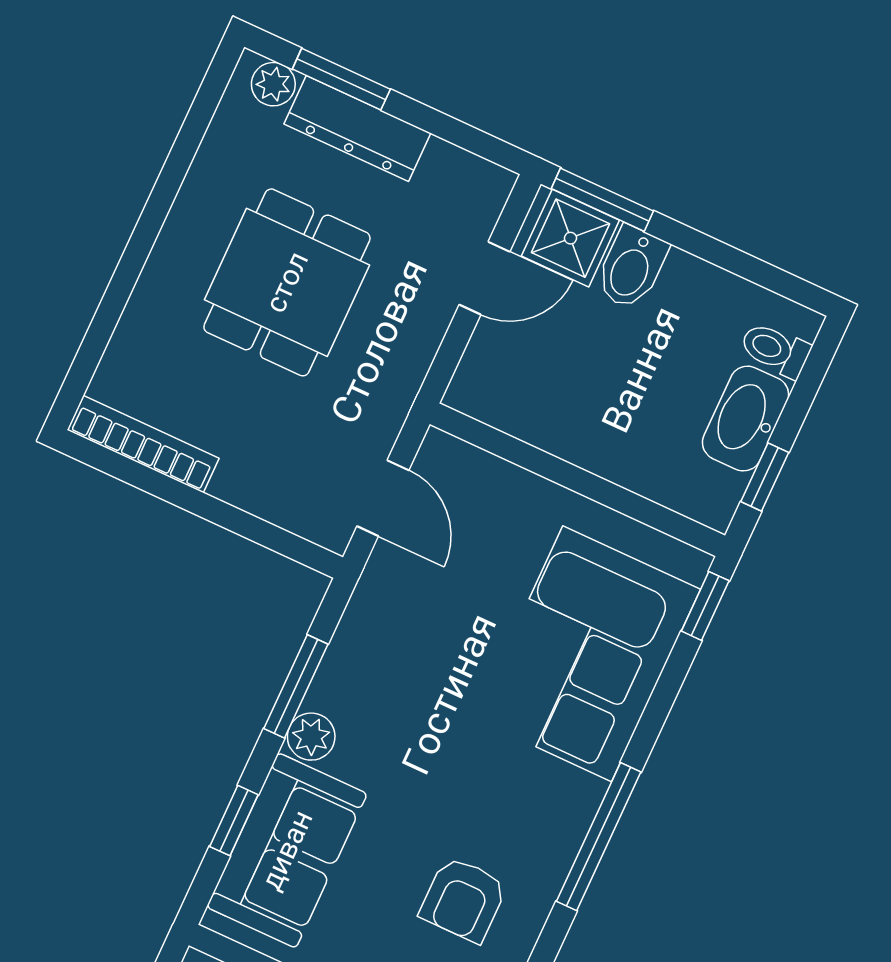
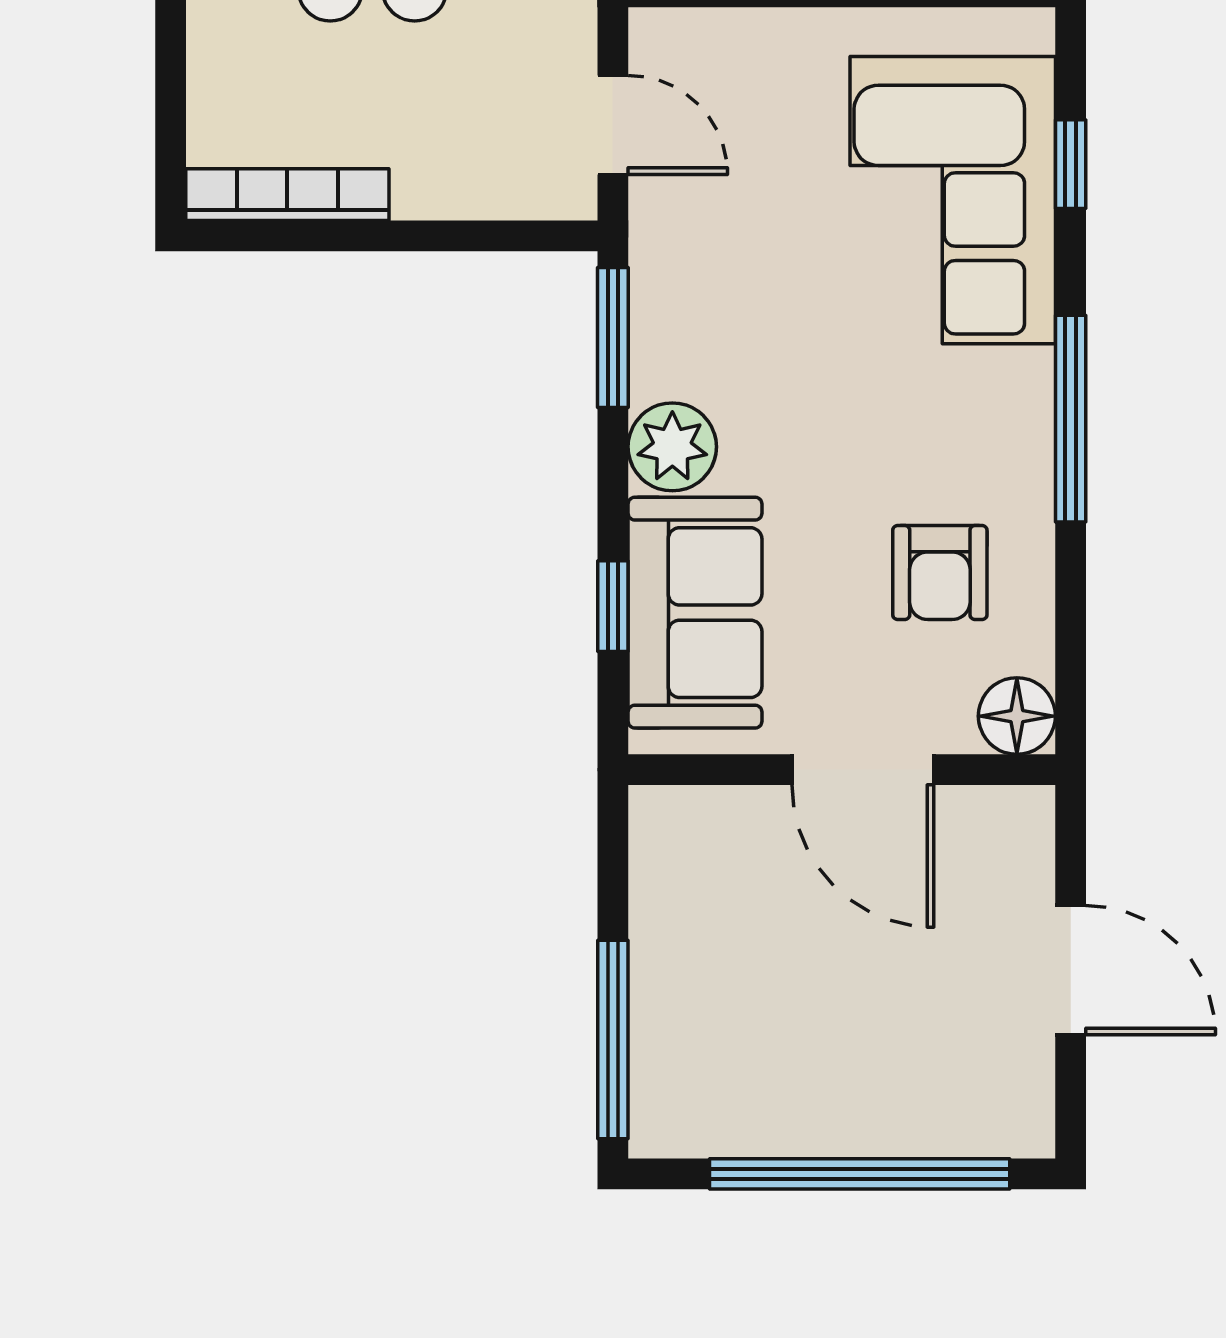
window: (705, 606) -> (1071, 164), moved
window: (296, 686) -> (613, 338), moved
plant: (311, 737) -> (672, 447), width x1.38, depth x1.38

